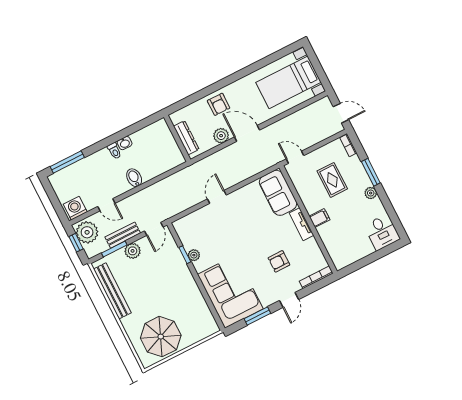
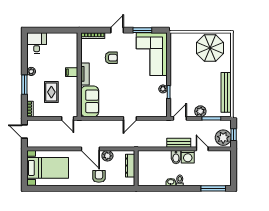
washing machine: (75, 208) -> (188, 157), moved
bench: (123, 235) -> (179, 143), moved

